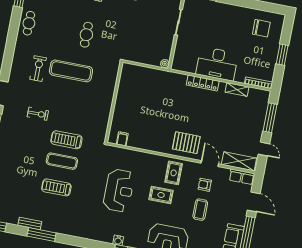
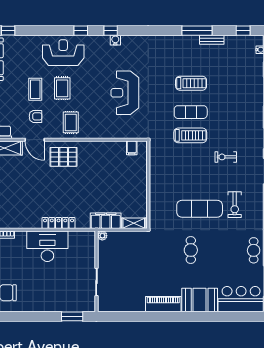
filing cabinet: (159, 77) -> (106, 221), added
shelving: (237, 89) -> (134, 223), moved
rug: (161, 195) -> (62, 88), moved, turned 90

